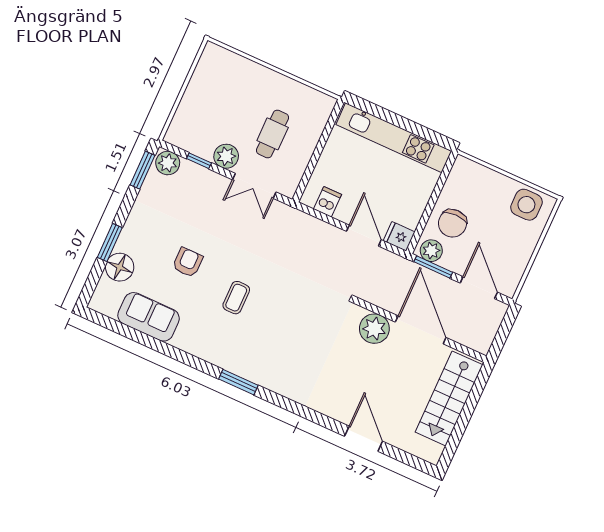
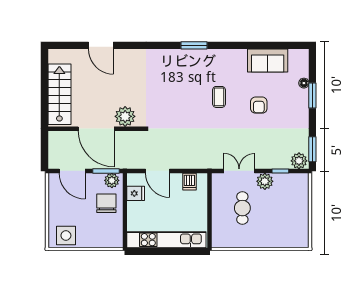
fridge: (399, 236) -> (136, 193), moved
floor lamp: (120, 267) -> (304, 83), width x0.53, depth x0.53

